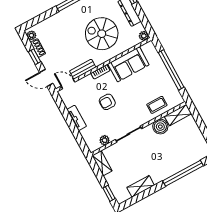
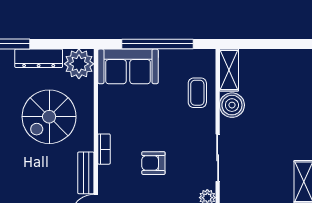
plant: (144, 36) -> (79, 64), width x1.87, depth x1.87
sofa: (128, 64) -> (128, 66), moved, turned 90
armchair: (107, 102) -> (153, 163), turned 90

